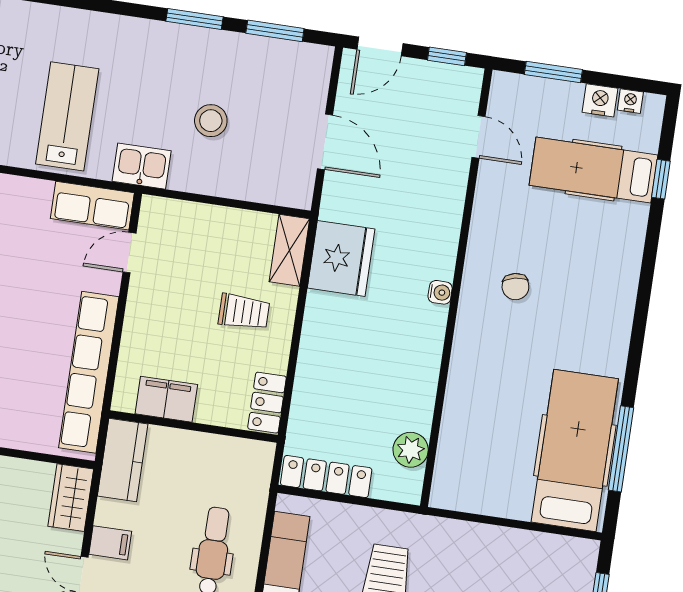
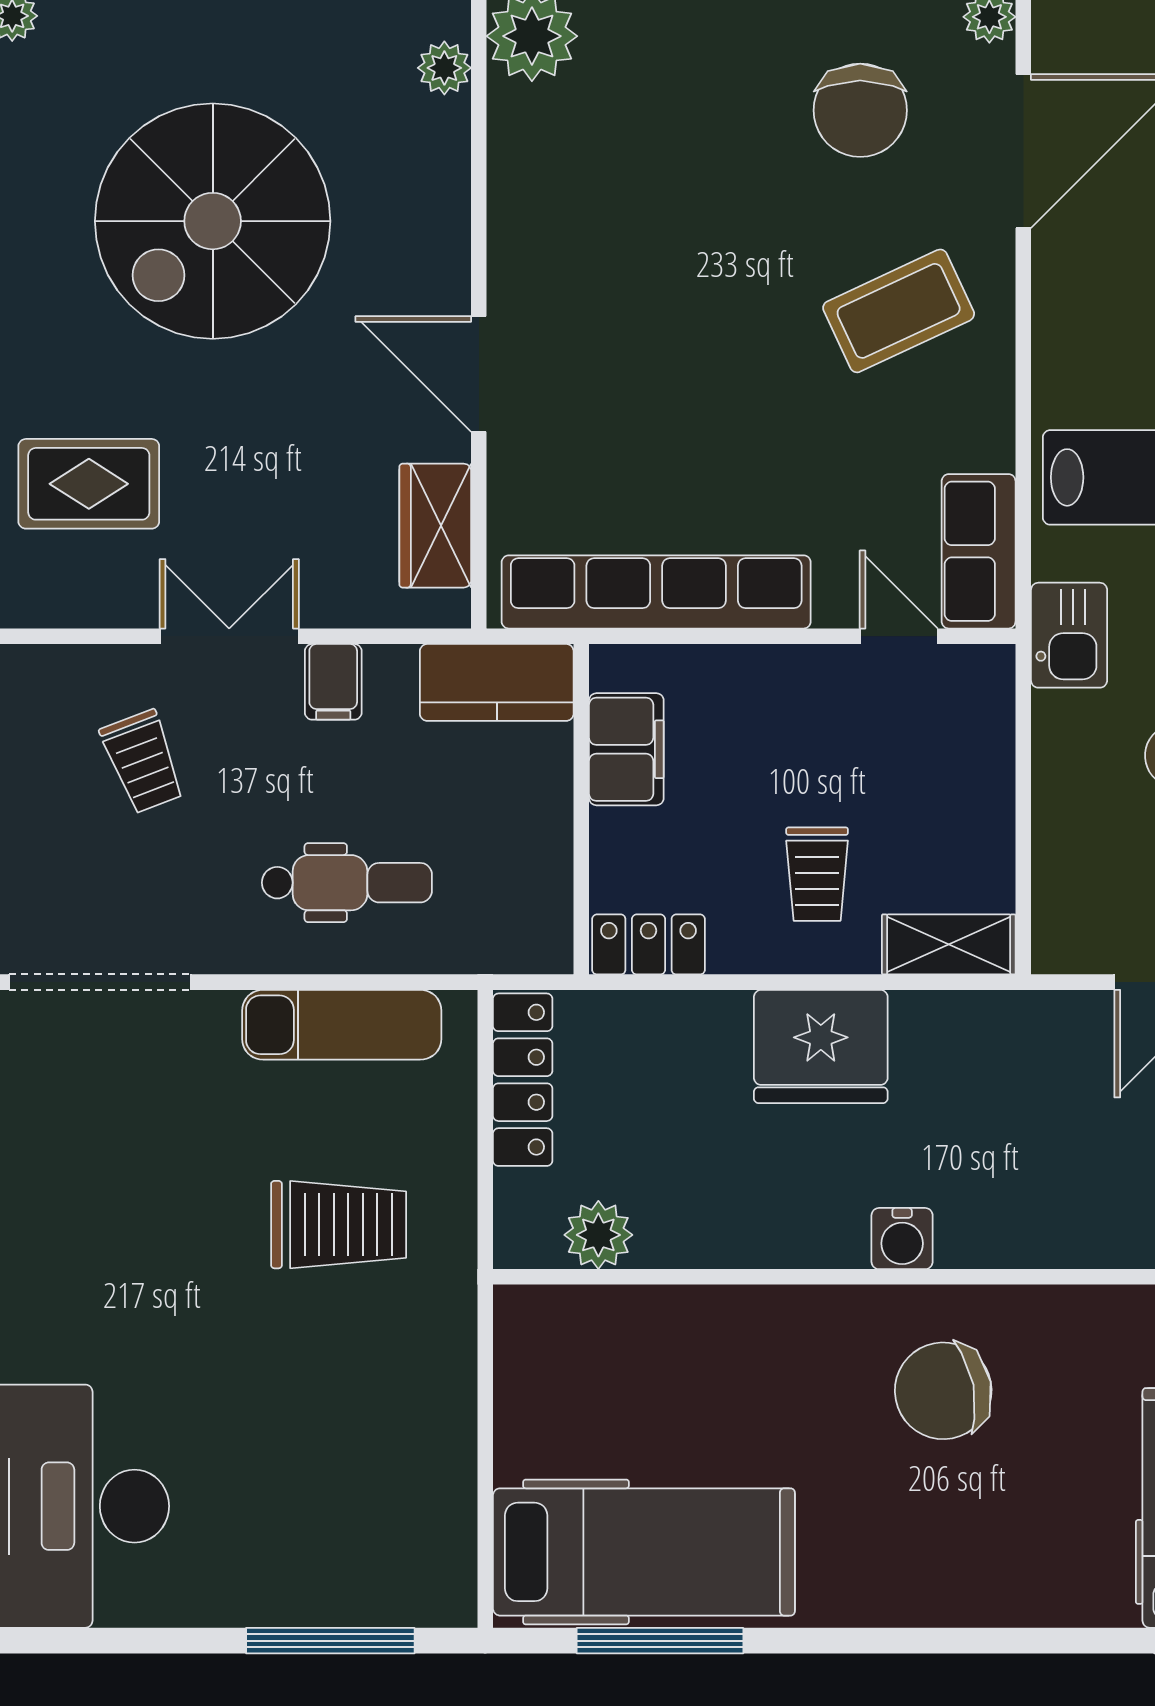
fridge: (341, 258) -> (821, 1046), moved
chair: (515, 287) -> (943, 1391), width x1.87, depth x1.87
water cooler: (440, 292) -> (902, 1239), width x1.38, depth x1.38
wardrobe: (71, 498) -> (435, 526), moved, turned -90

